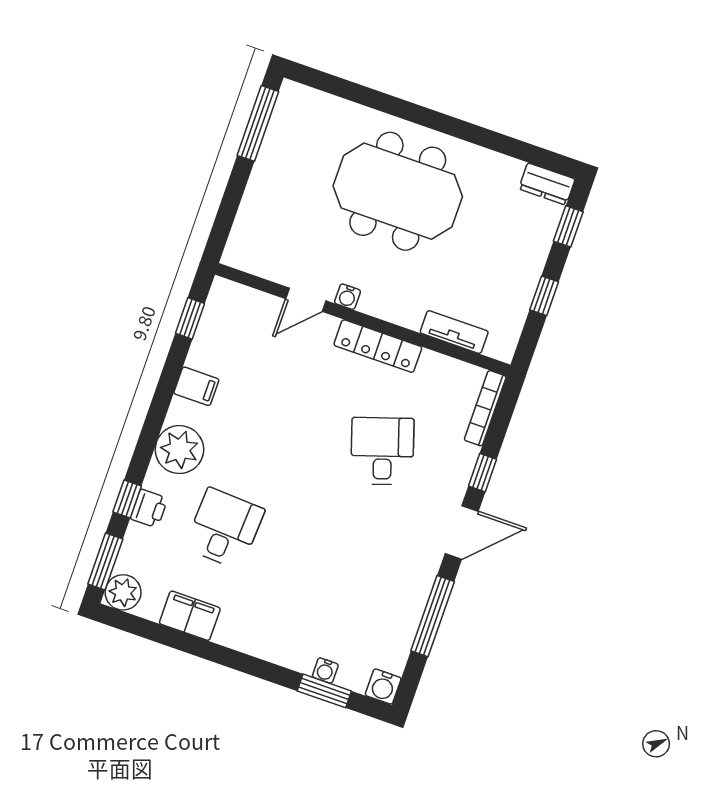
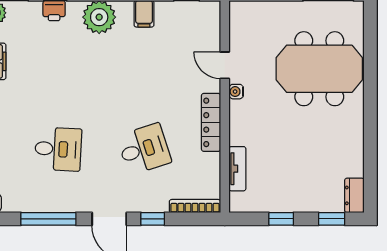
meeting table: (398, 191) -> (319, 69), moved, turned 90
desk: (225, 528) -> (58, 149), moved

